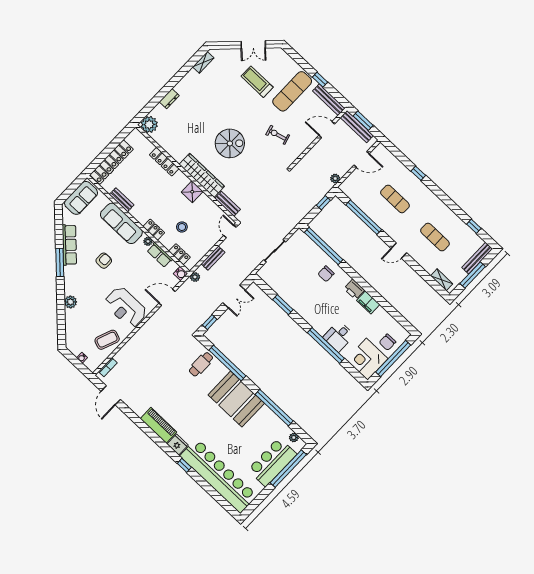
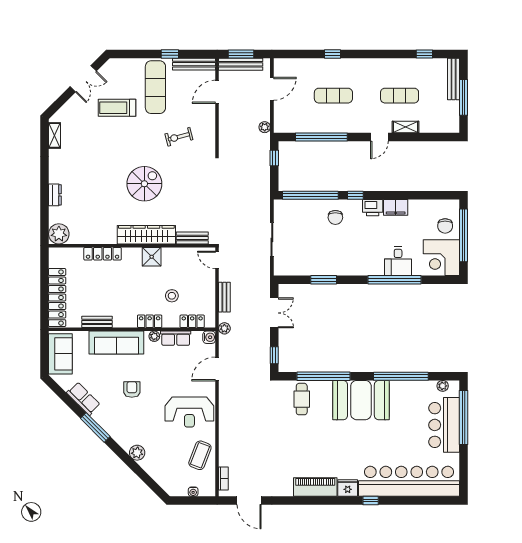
row of seats: (69, 245) -> (83, 399), width x0.68
window: (351, 272) -> (355, 195), added
shelving: (442, 280) -> (406, 127), moved

